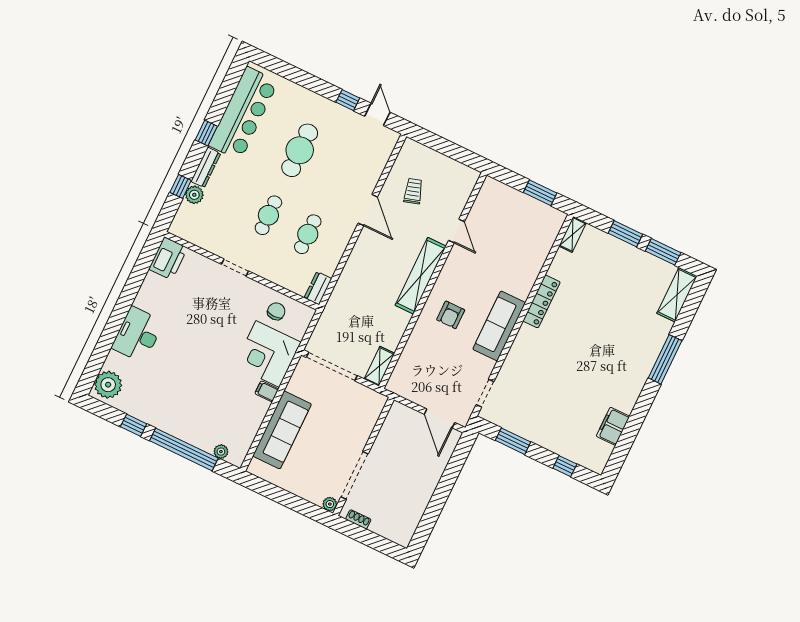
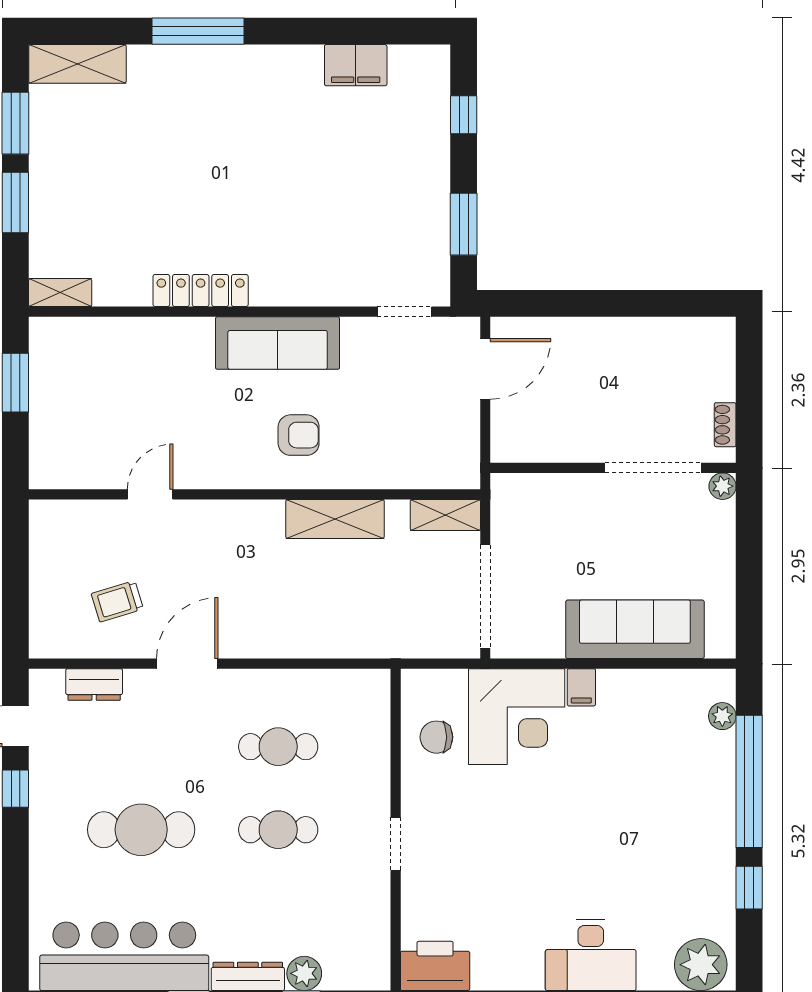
shelving: (421, 276) -> (335, 519), moved, width x0.68
dresser: (318, 288) -> (94, 685), moved

